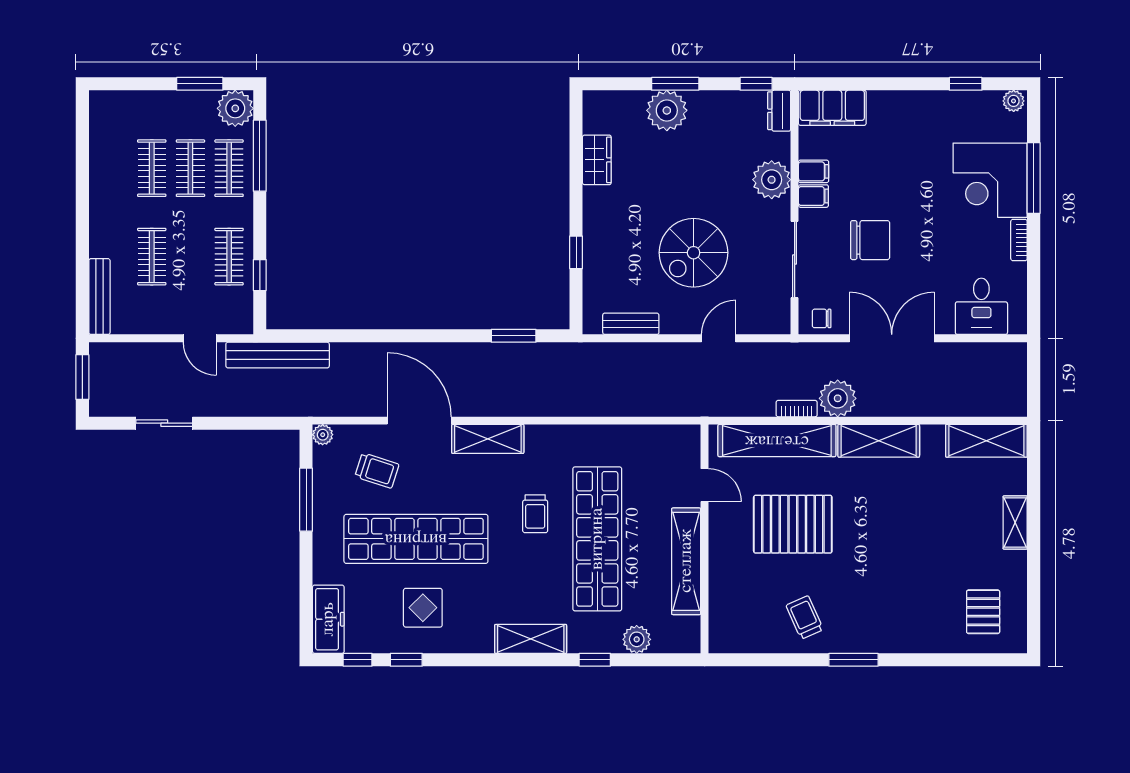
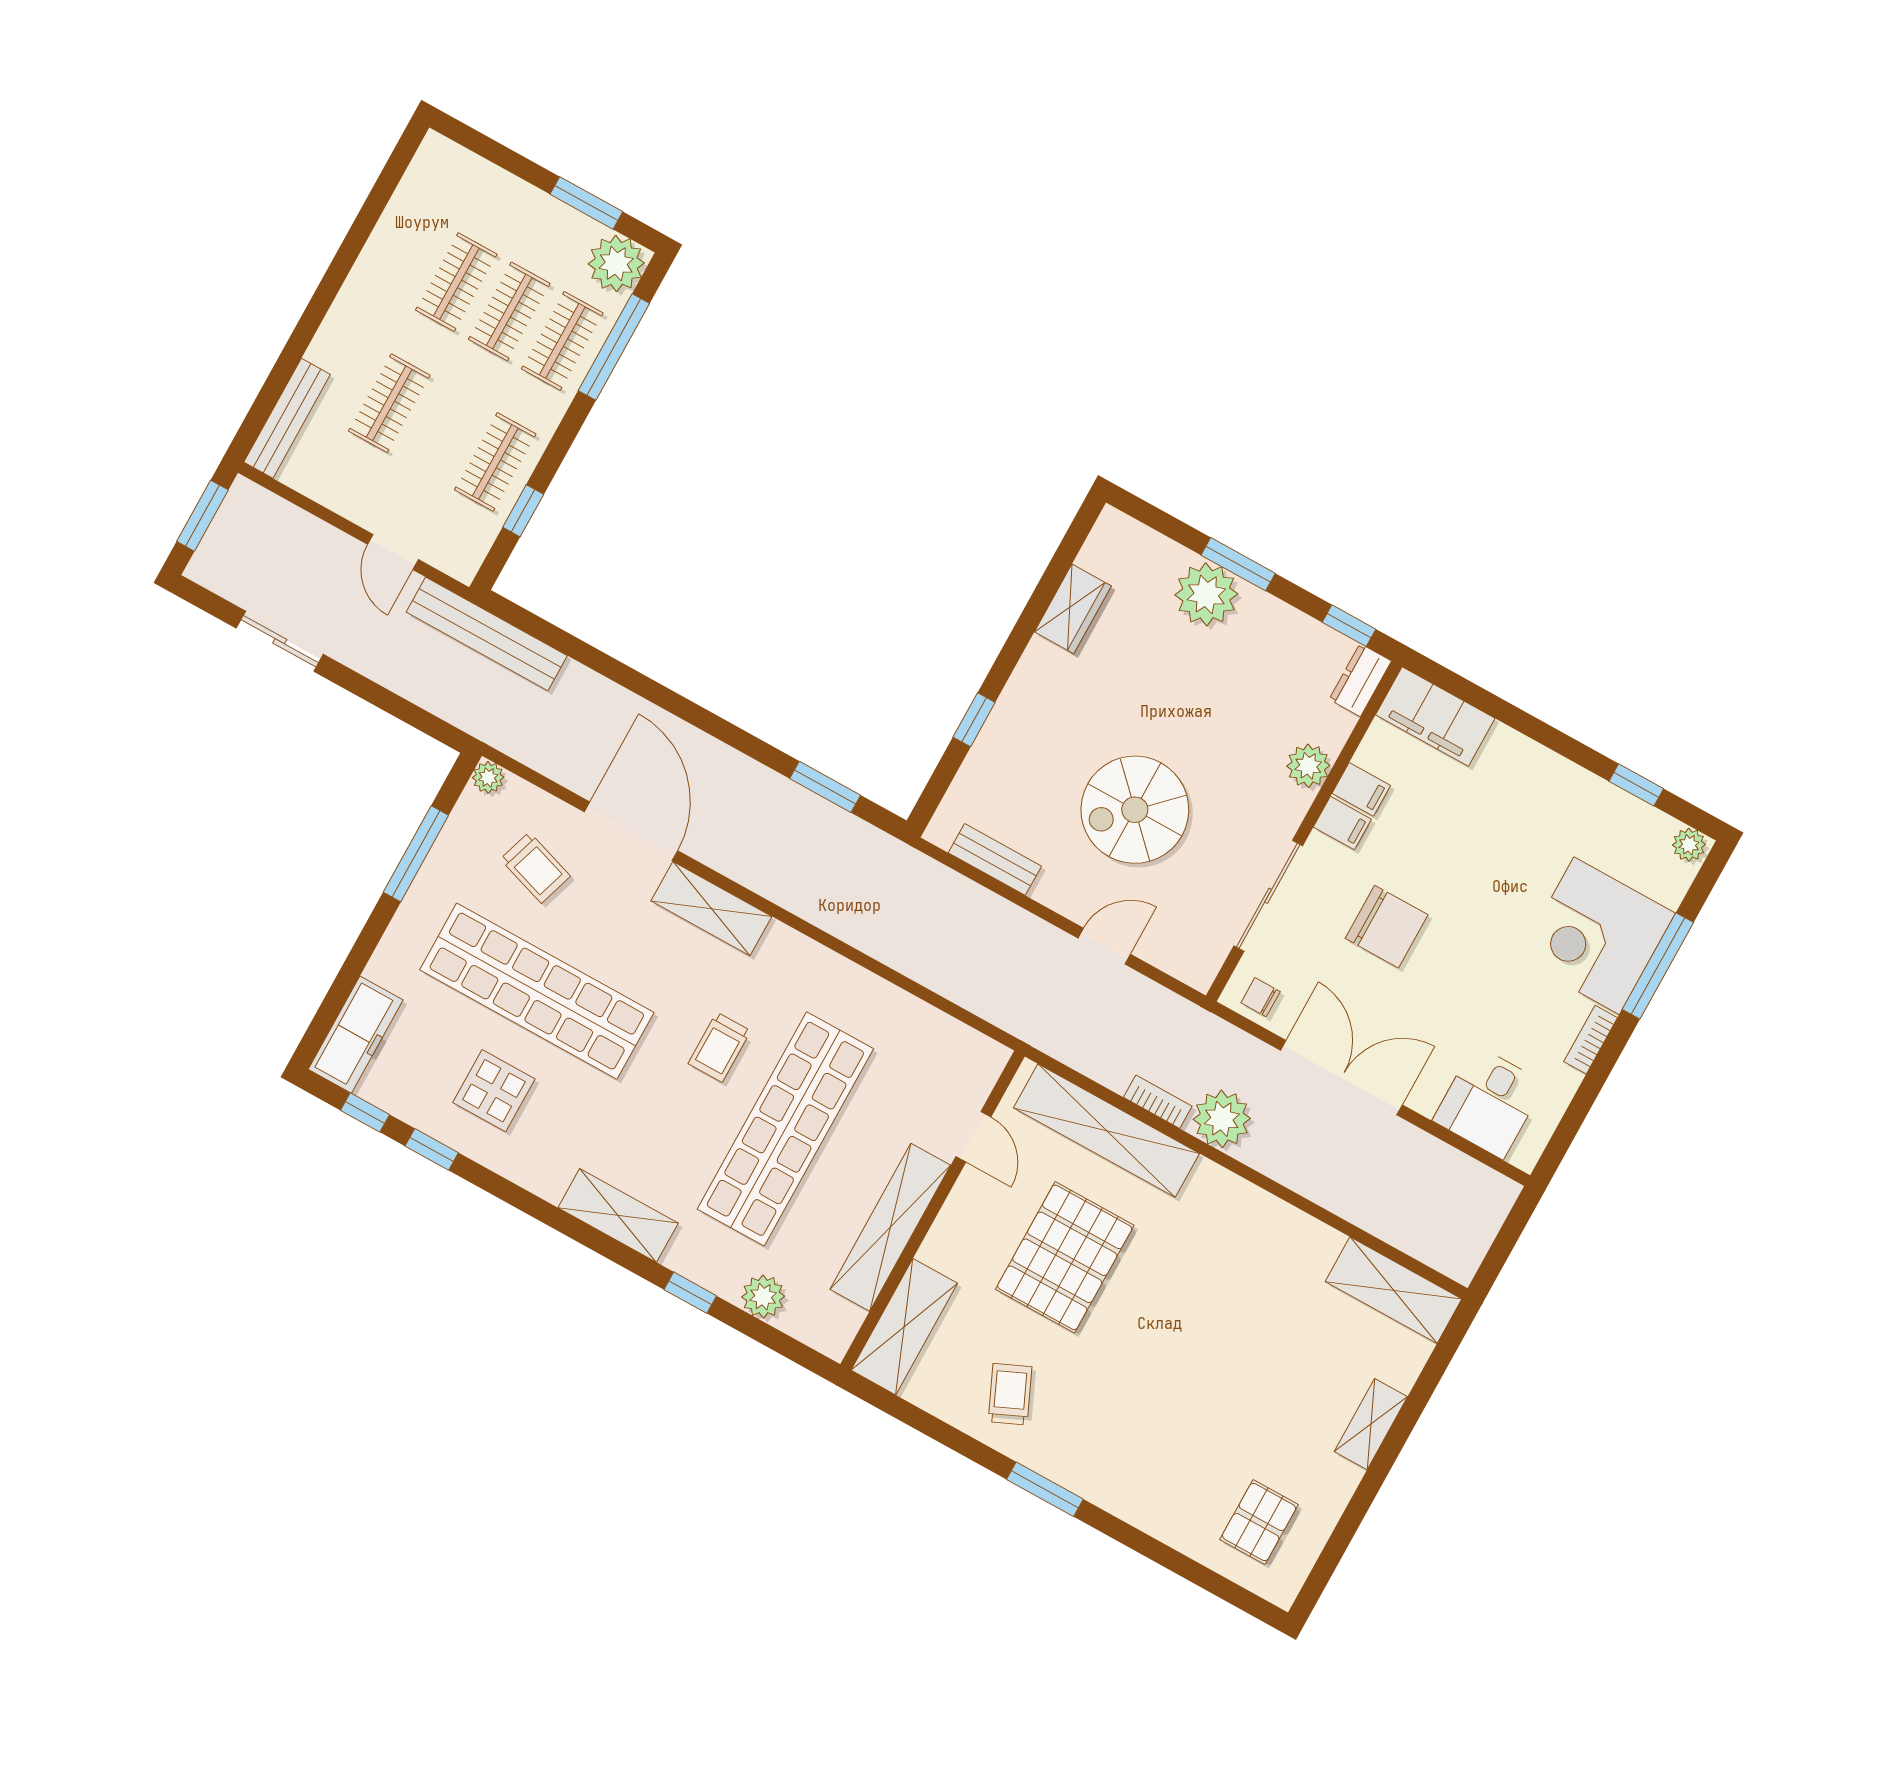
plant: (772, 180) -> (1308, 766), width x0.73, depth x0.73
shelving: (879, 441) -> (904, 1327), moved, turned 90
pallet: (793, 524) -> (1065, 1257), turned 90

